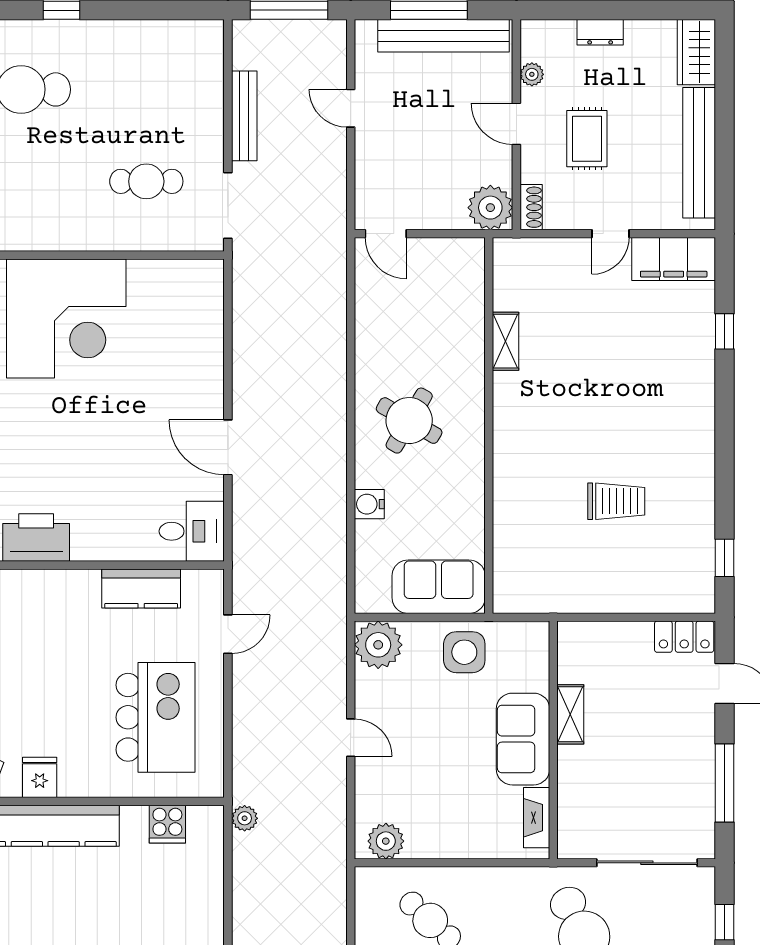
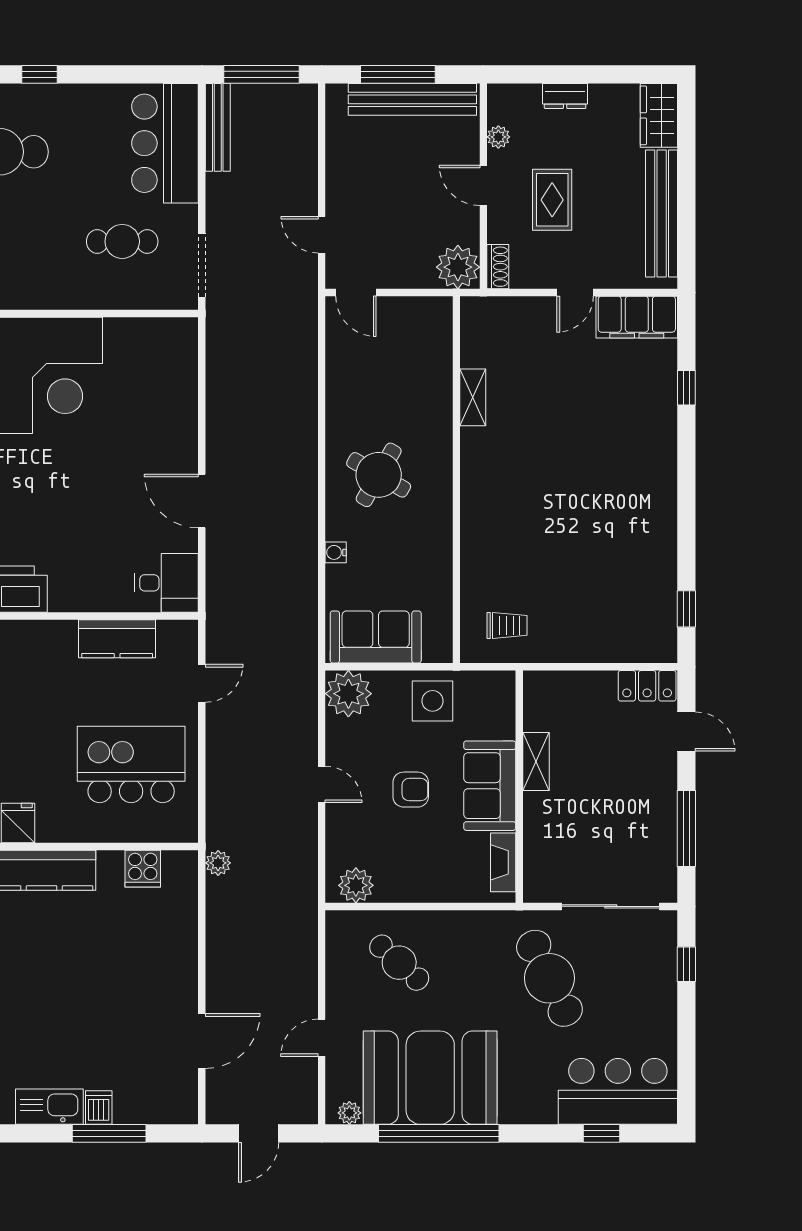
bar counter: (190, 81) -> (165, 143), added
door: (351, 108) -> (322, 235), moved
bench: (244, 116) -> (218, 127), moved
trolley: (616, 501) -> (507, 625), moved, width x0.73, depth x0.72
water cooler: (369, 504) -> (336, 552), width x0.72, depth x0.72
sofa: (439, 587) -> (376, 637), moved
kitchen island: (155, 717) -> (131, 764), turned -90
armchair: (442, 743) -> (411, 790), added

